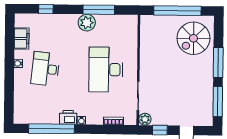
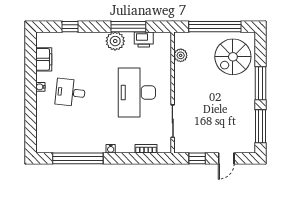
desk: (45, 69) -> (70, 92), width x0.73
printer: (68, 117) -> (144, 39), moved, turned 180
plant: (145, 119) -> (181, 55), moved

